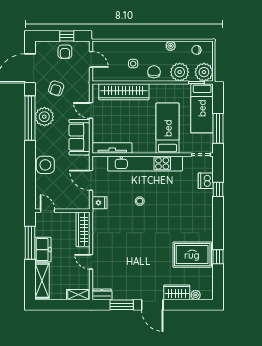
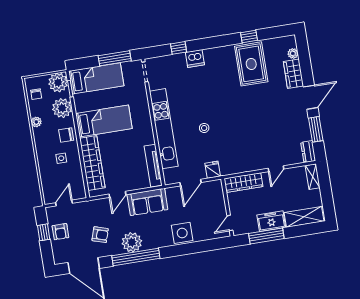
armchair: (65, 52) -> (60, 232), turned 90
bed: (168, 128) -> (104, 121), moved, turned 180
dishwasher: (206, 181) -> (195, 58), moved

